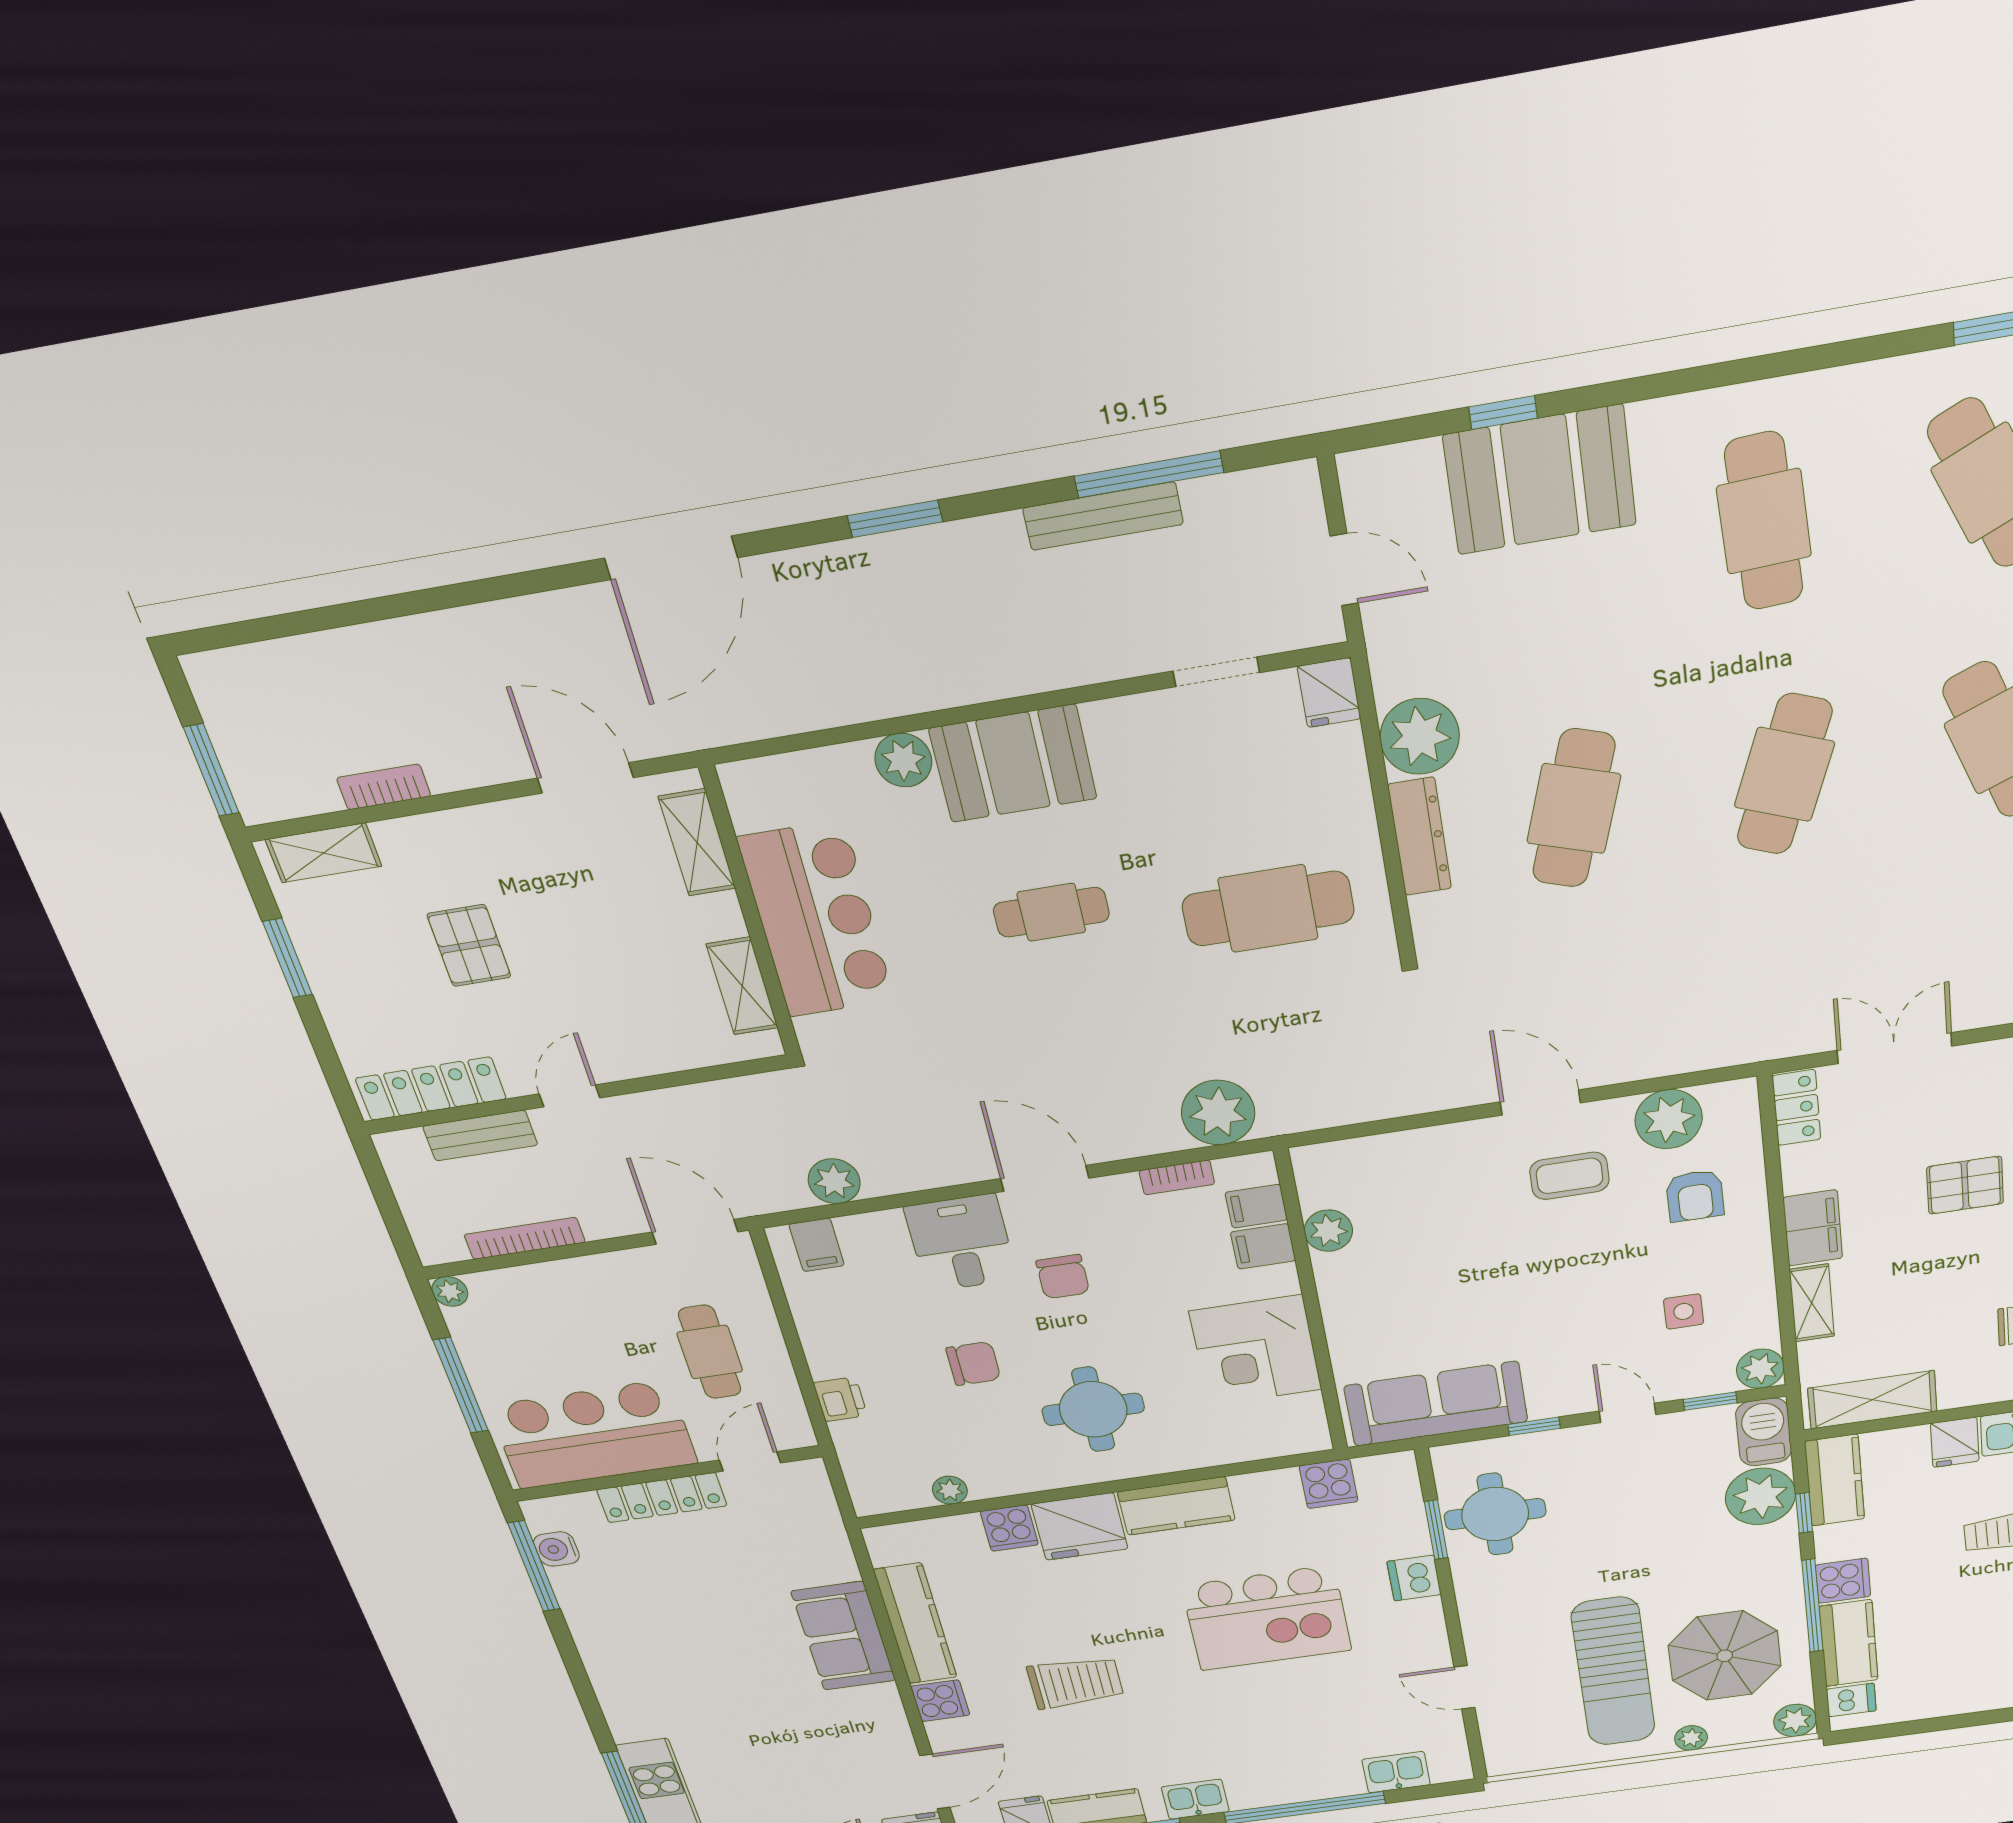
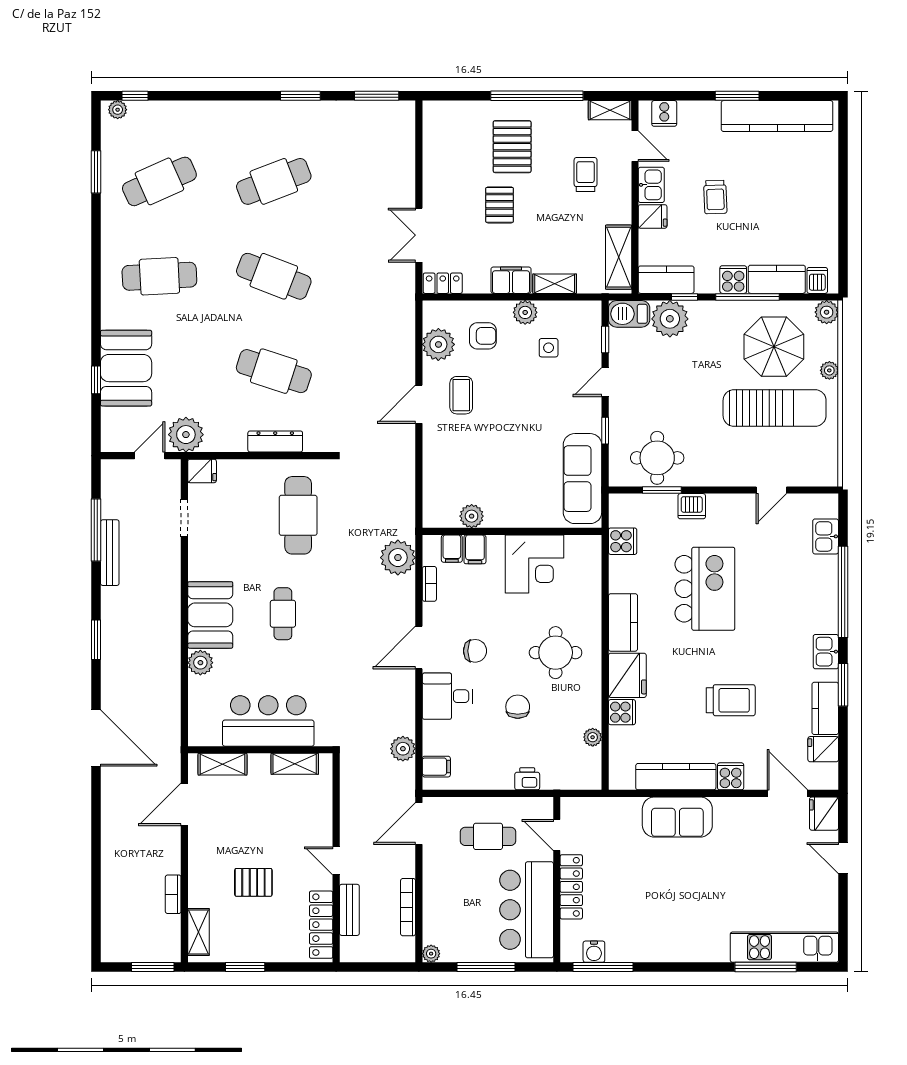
plant: (1420, 736) -> (186, 435), moved
plant: (1760, 1369) -> (525, 312), moved
trolley: (1075, 1682) -> (731, 700), turned 90

